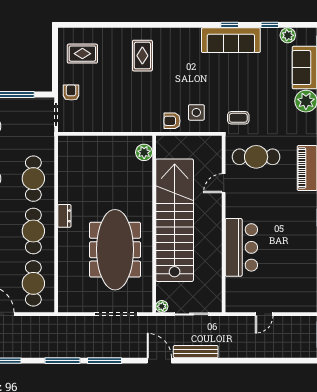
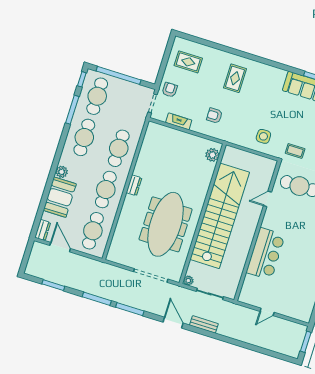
armchair: (172, 121) -> (214, 116), moved
fireplace: (93, 126) -> (179, 121), added
bench: (196, 352) -> (204, 324), width x0.73

